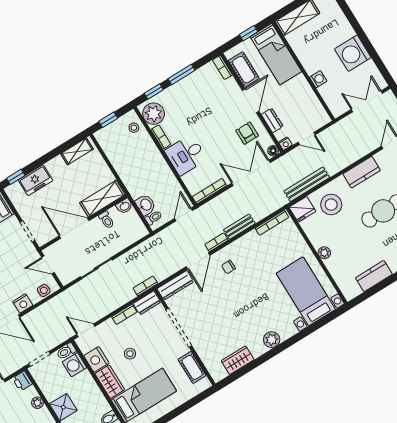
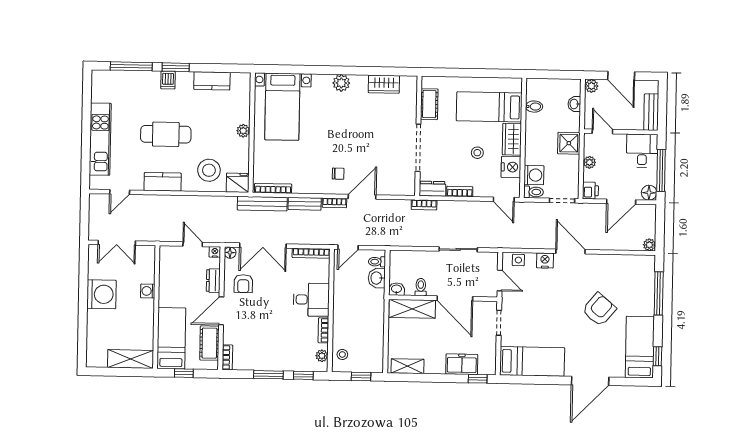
plant: (154, 114) -> (322, 356), width x0.53, depth x0.53
bench: (307, 184) -> (262, 204), moved
dresser: (175, 285) -> (397, 188), removed

